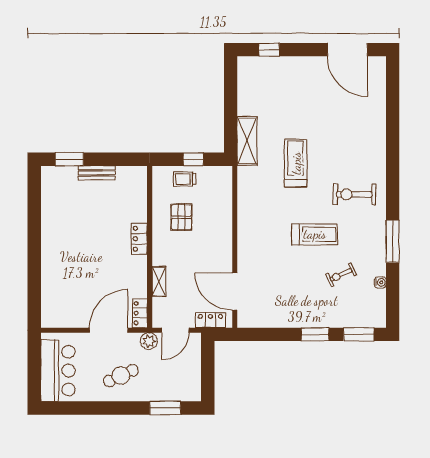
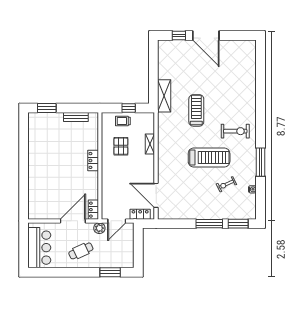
door: (347, 50) -> (206, 35), moved
bench: (97, 173) -> (76, 117), moved
exercise bike: (354, 194) -> (235, 131), turned 180
treadmill: (315, 234) -> (209, 158), width x1.37, depth x1.38
shelving: (159, 282) -> (150, 144), moved
window: (315, 334) -> (209, 224), width x1.44

